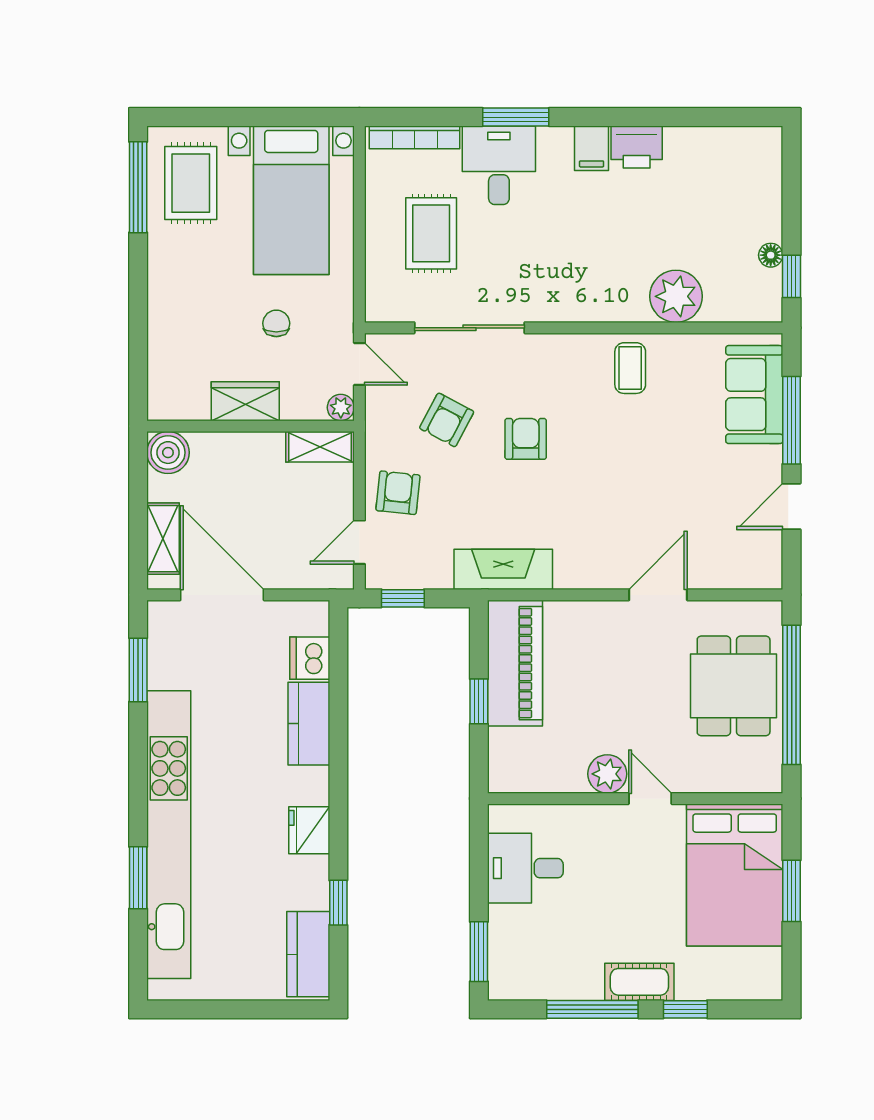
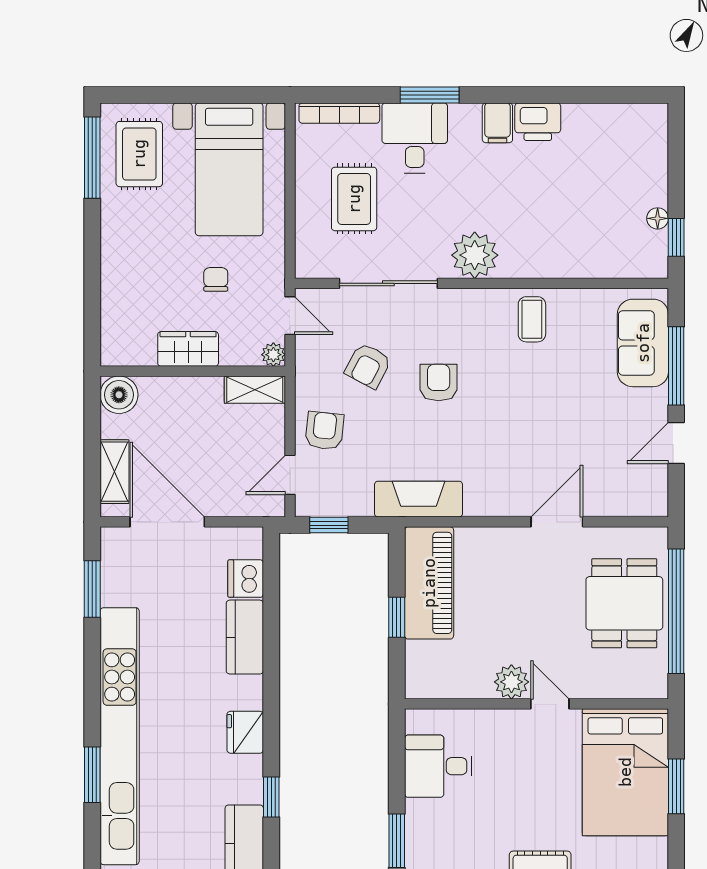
plant: (676, 296) -> (475, 255), moved

